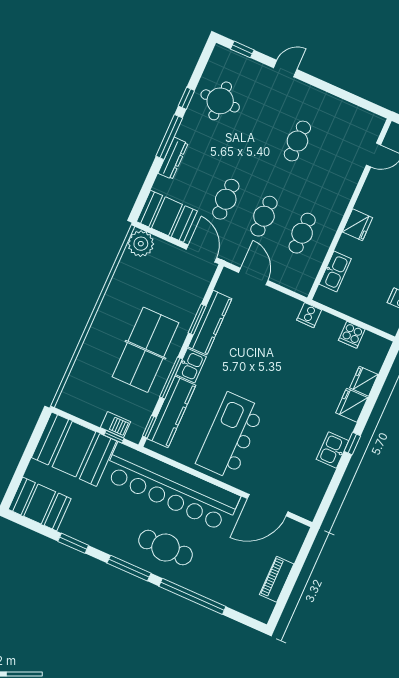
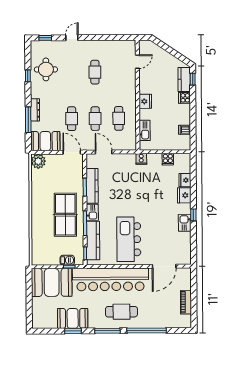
window: (169, 137) -> (28, 120), moved
booth: (40, 504) -> (73, 318), moved

